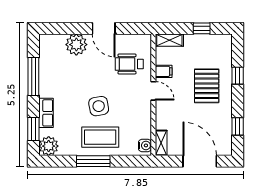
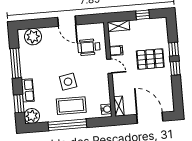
plant: (76, 45) -> (33, 37), moved
pallet: (207, 86) -> (150, 59), turned 90
window: (238, 126) -> (175, 68), moved
window: (93, 161) -> (67, 125), width x1.46

